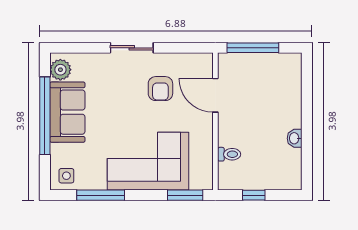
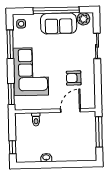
sliding door: (132, 48) -> (97, 46), moved
window: (254, 195) -> (13, 147), moved

